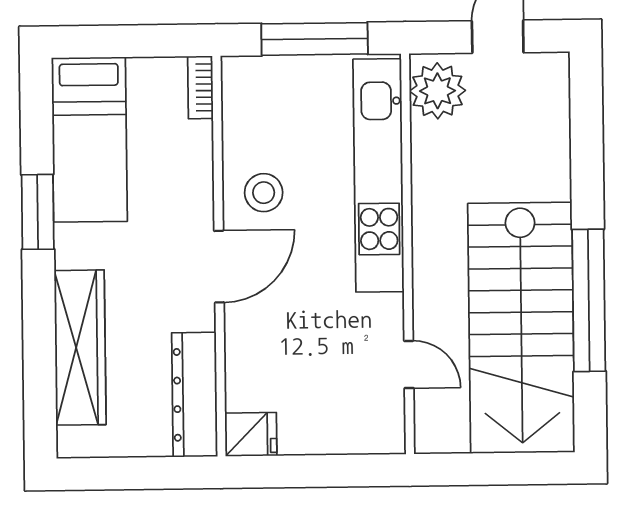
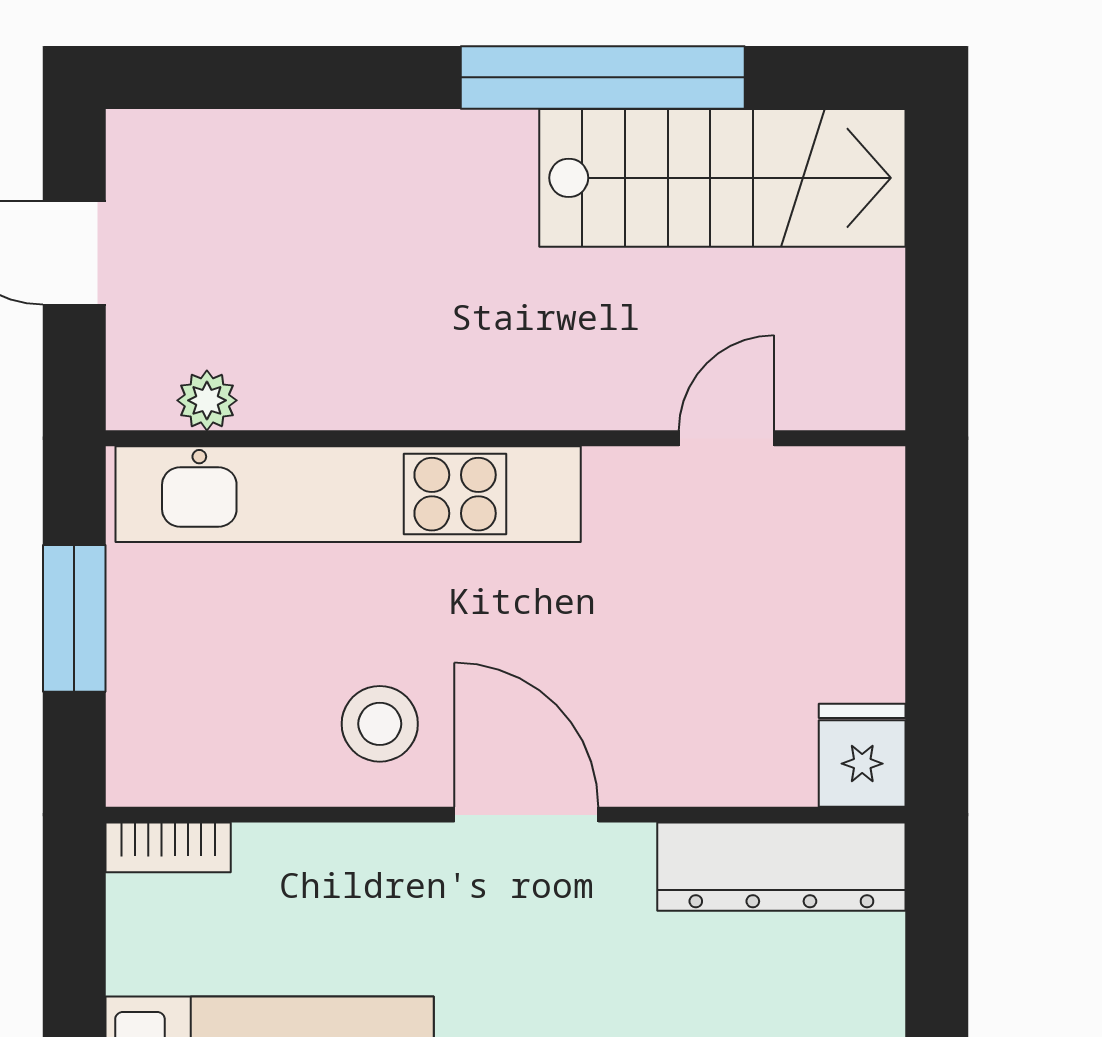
window: (315, 39) -> (74, 618), width x0.69
plant: (438, 91) -> (207, 400), width x0.53, depth x0.53
stairs: (521, 328) -> (722, 178), width x0.73, depth x0.66

